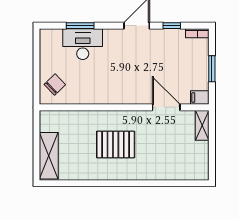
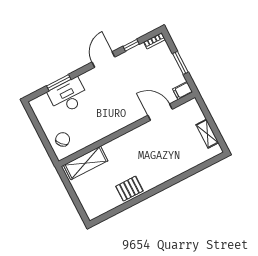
shelving: (202, 125) -> (207, 134), moved
pallet: (116, 144) -> (129, 189), moved, width x0.67, depth x0.71
shelving: (49, 156) -> (86, 163), moved, turned 90

